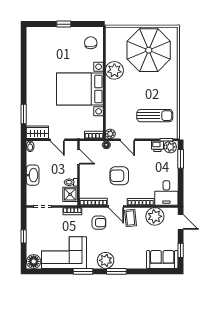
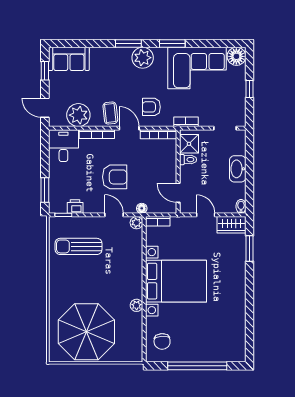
window: (64, 24) -> (197, 366), width x3.17
plant: (114, 70) -> (137, 305), width x0.53, depth x0.53
plant: (170, 147) -> (58, 206), removed
armchair: (119, 176) -> (115, 177), moved

